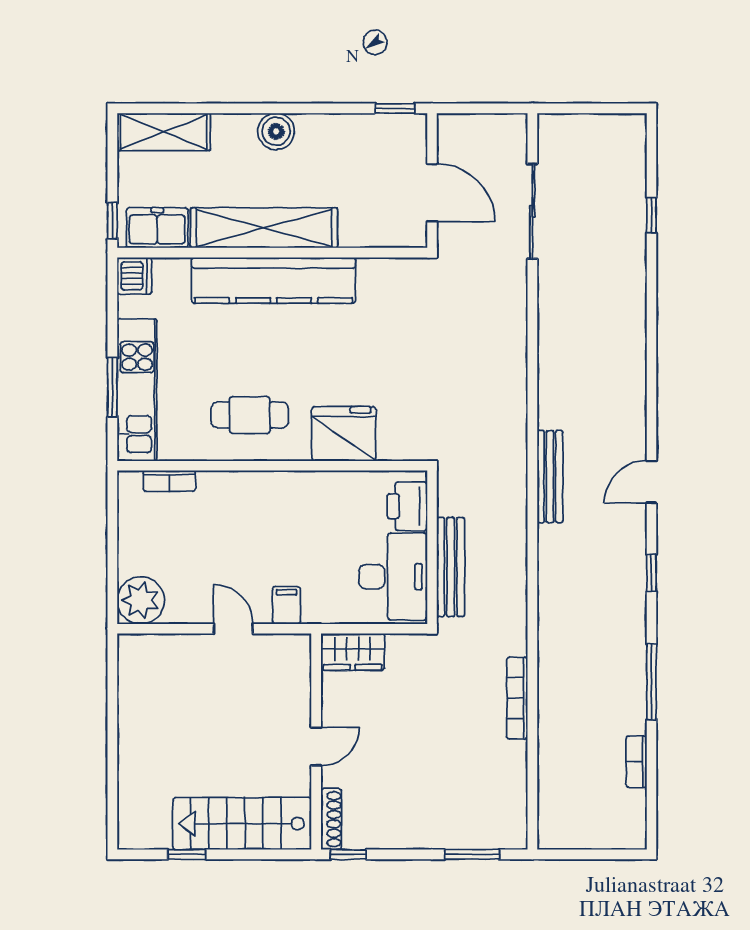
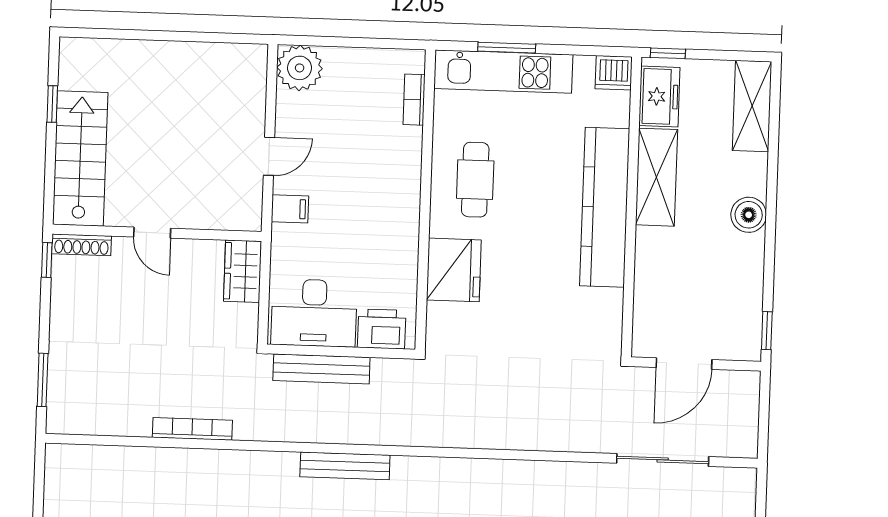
shelving: (264, 228) -> (657, 177), width x0.68
bench: (550, 477) -> (345, 466), moved

